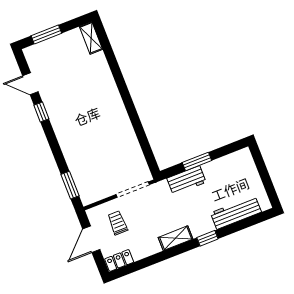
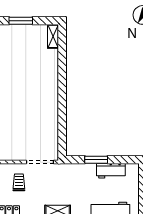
workbench: (186, 180) -> (111, 171), moved

